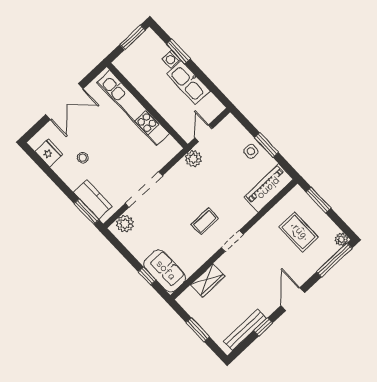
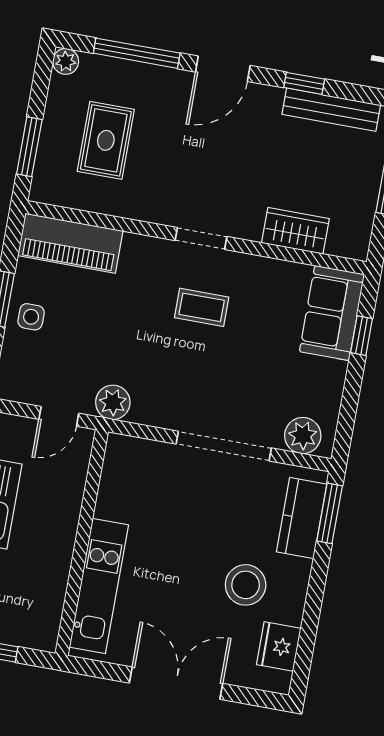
kitchen unit: (133, 108) -> (99, 586), width x0.73
stool: (83, 158) -> (246, 585), width x1.89, depth x1.89
window: (334, 260) -> (137, 53), moved

